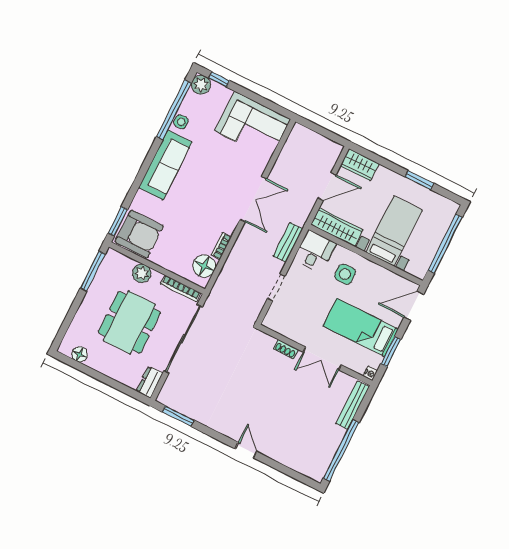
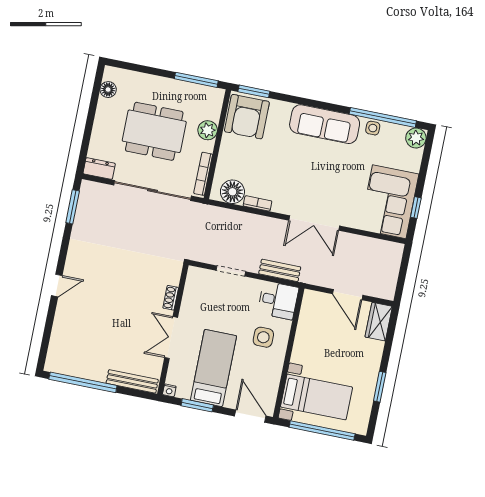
window: (219, 79) -> (416, 208), moved
wardrobe: (337, 227) -> (309, 316), removed
bed with nightstands: (394, 231) -> (316, 397), moved

